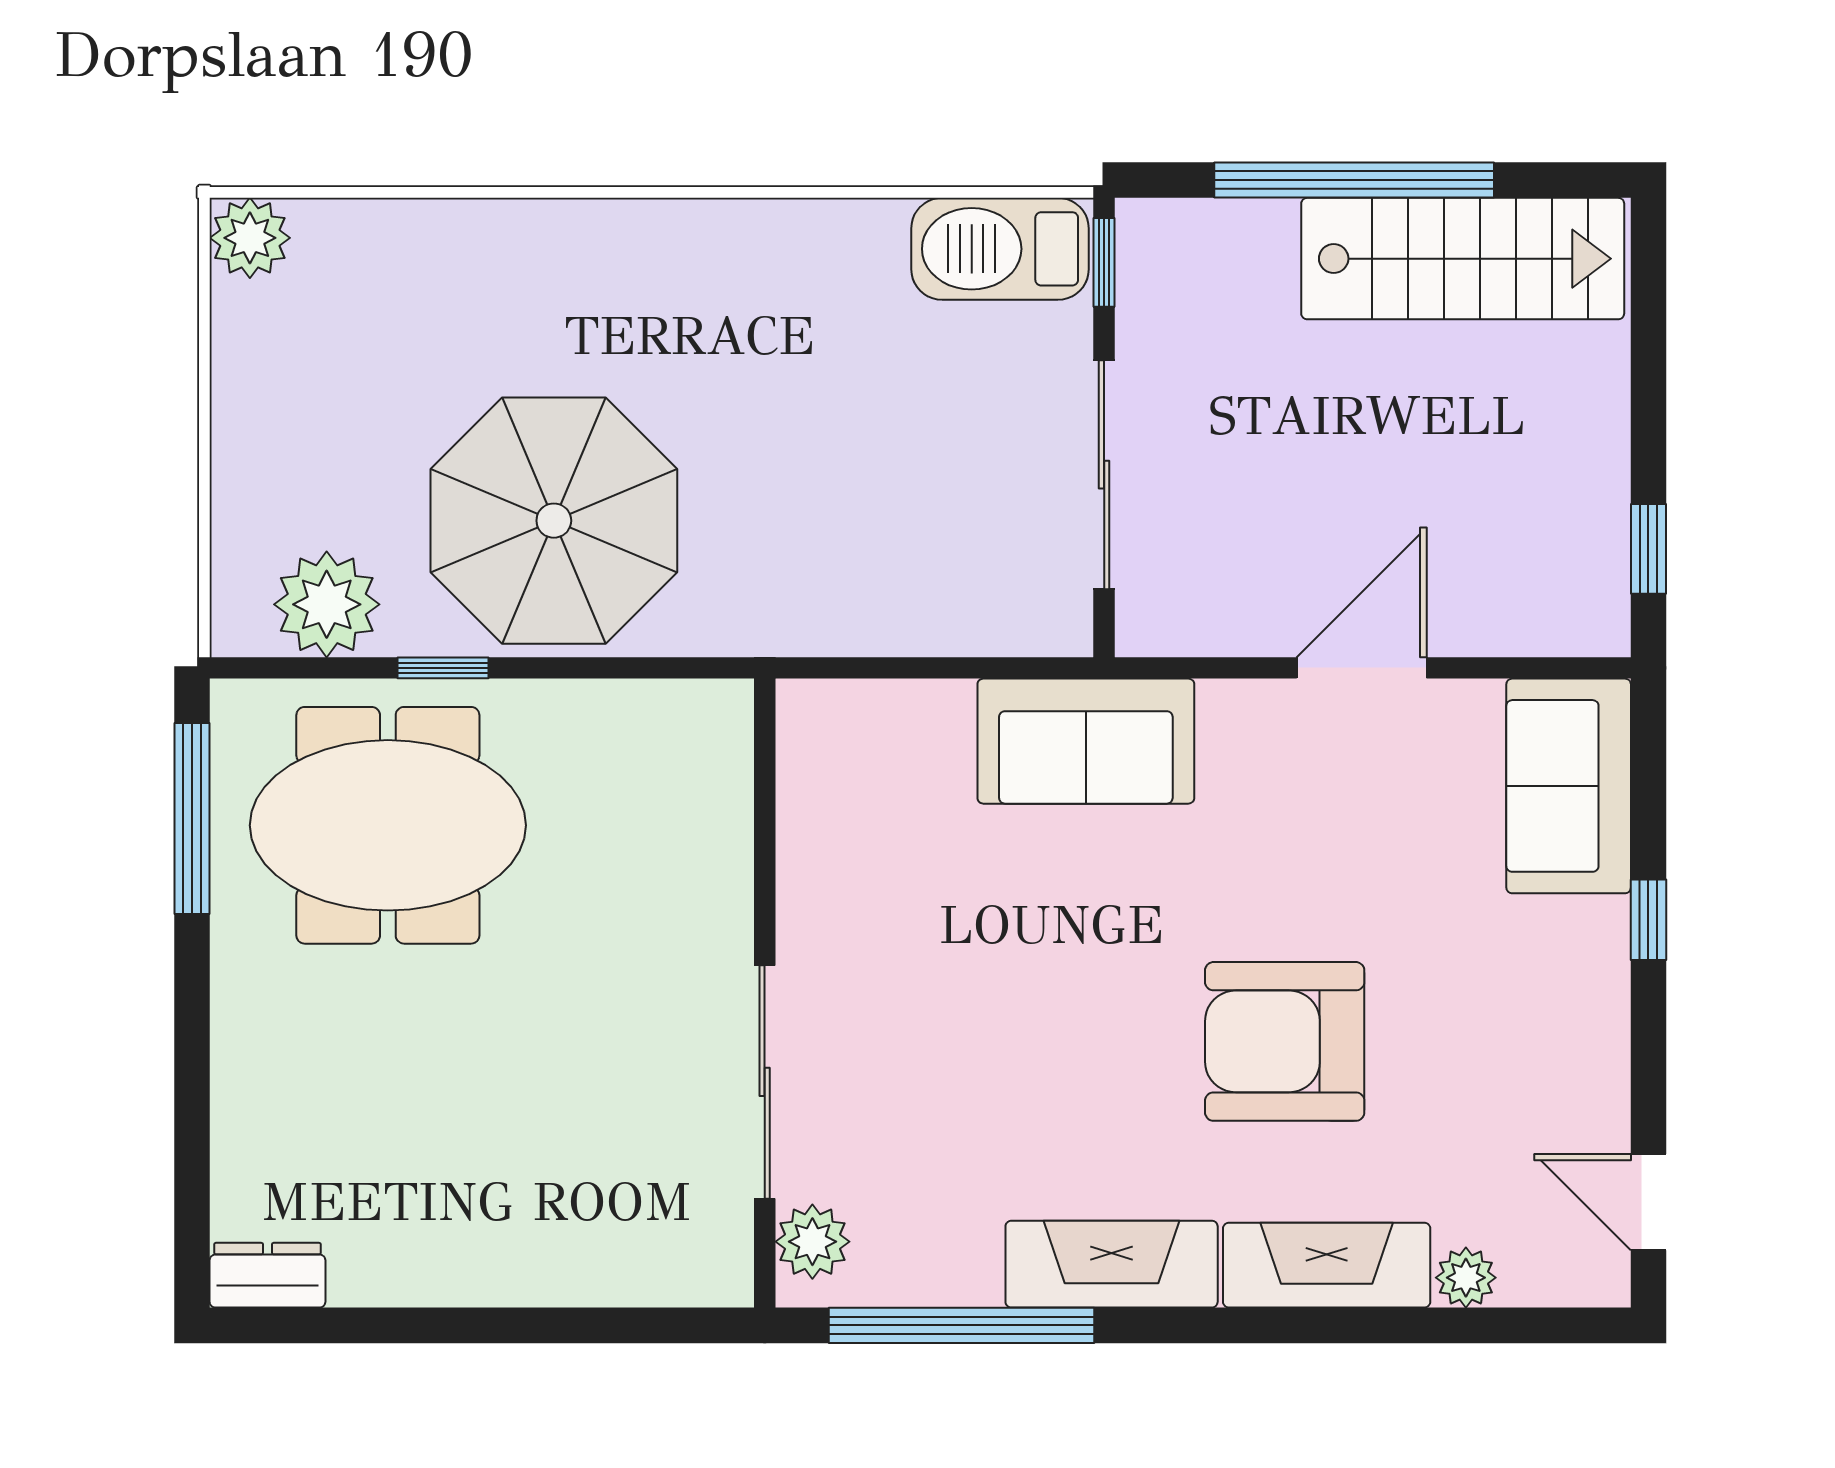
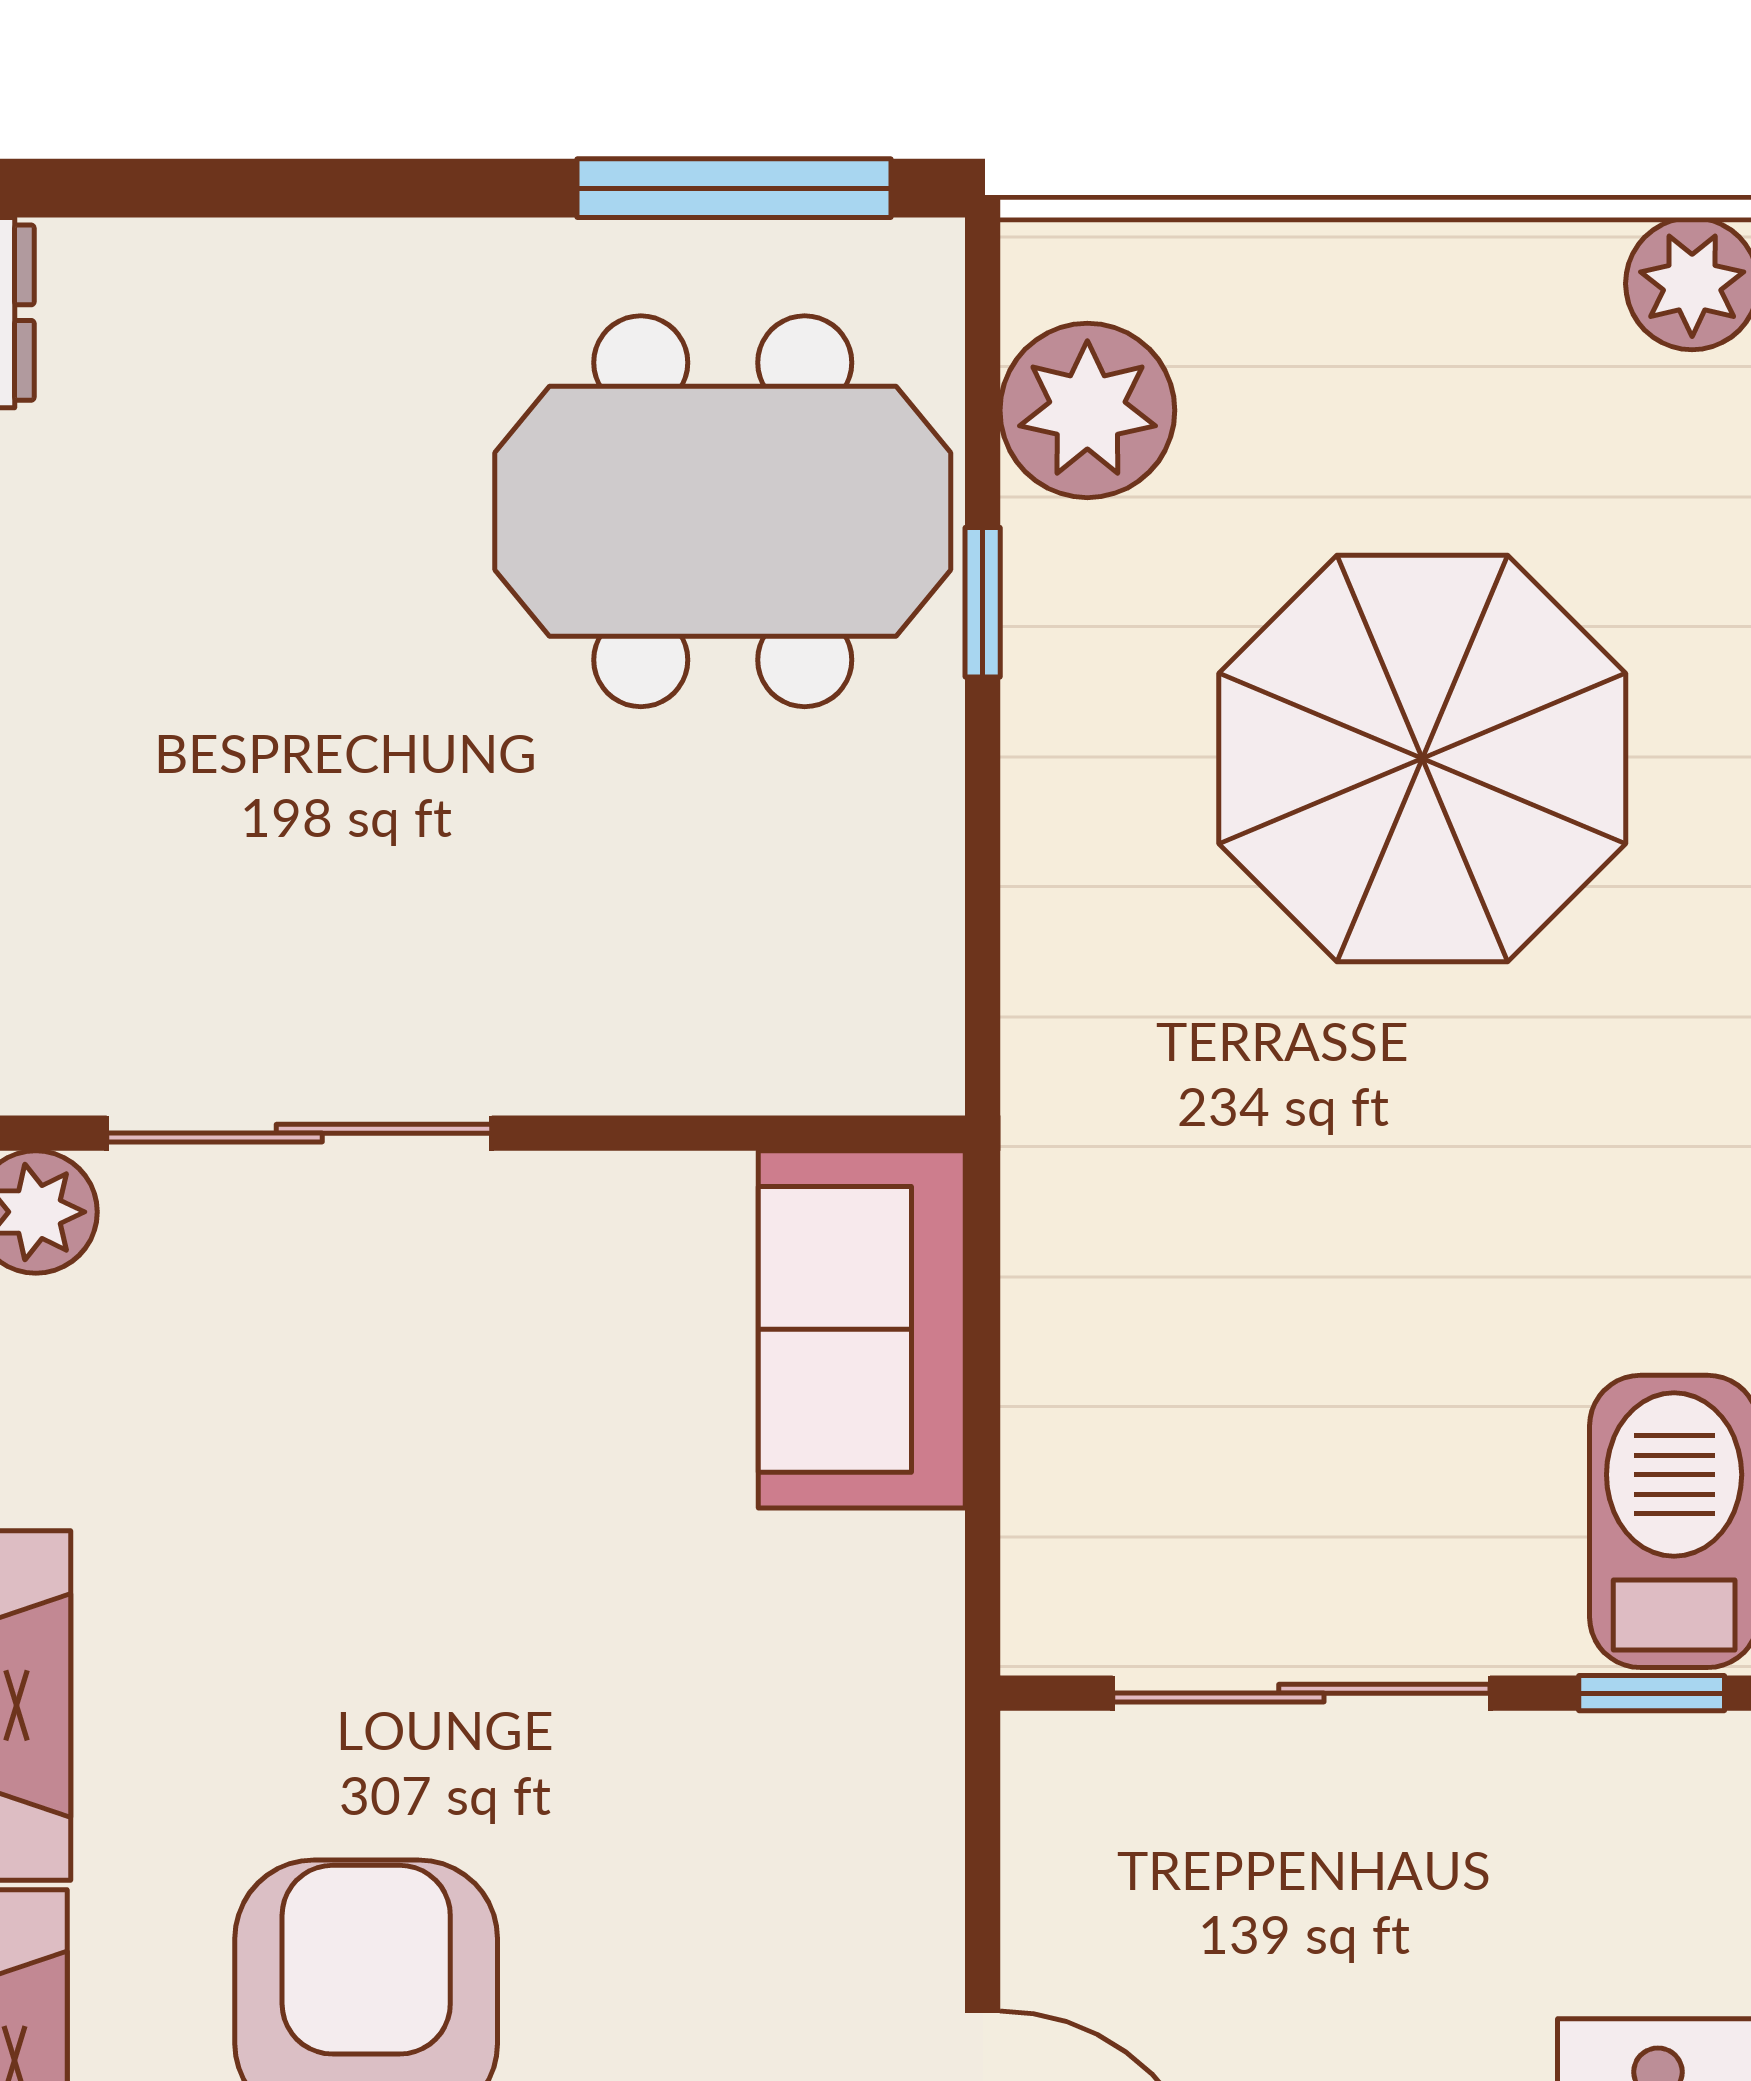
parasol: (554, 521) -> (1422, 759), moved
sofa: (1086, 741) -> (862, 1329), moved
meeting table: (388, 825) -> (723, 511), turned 90

